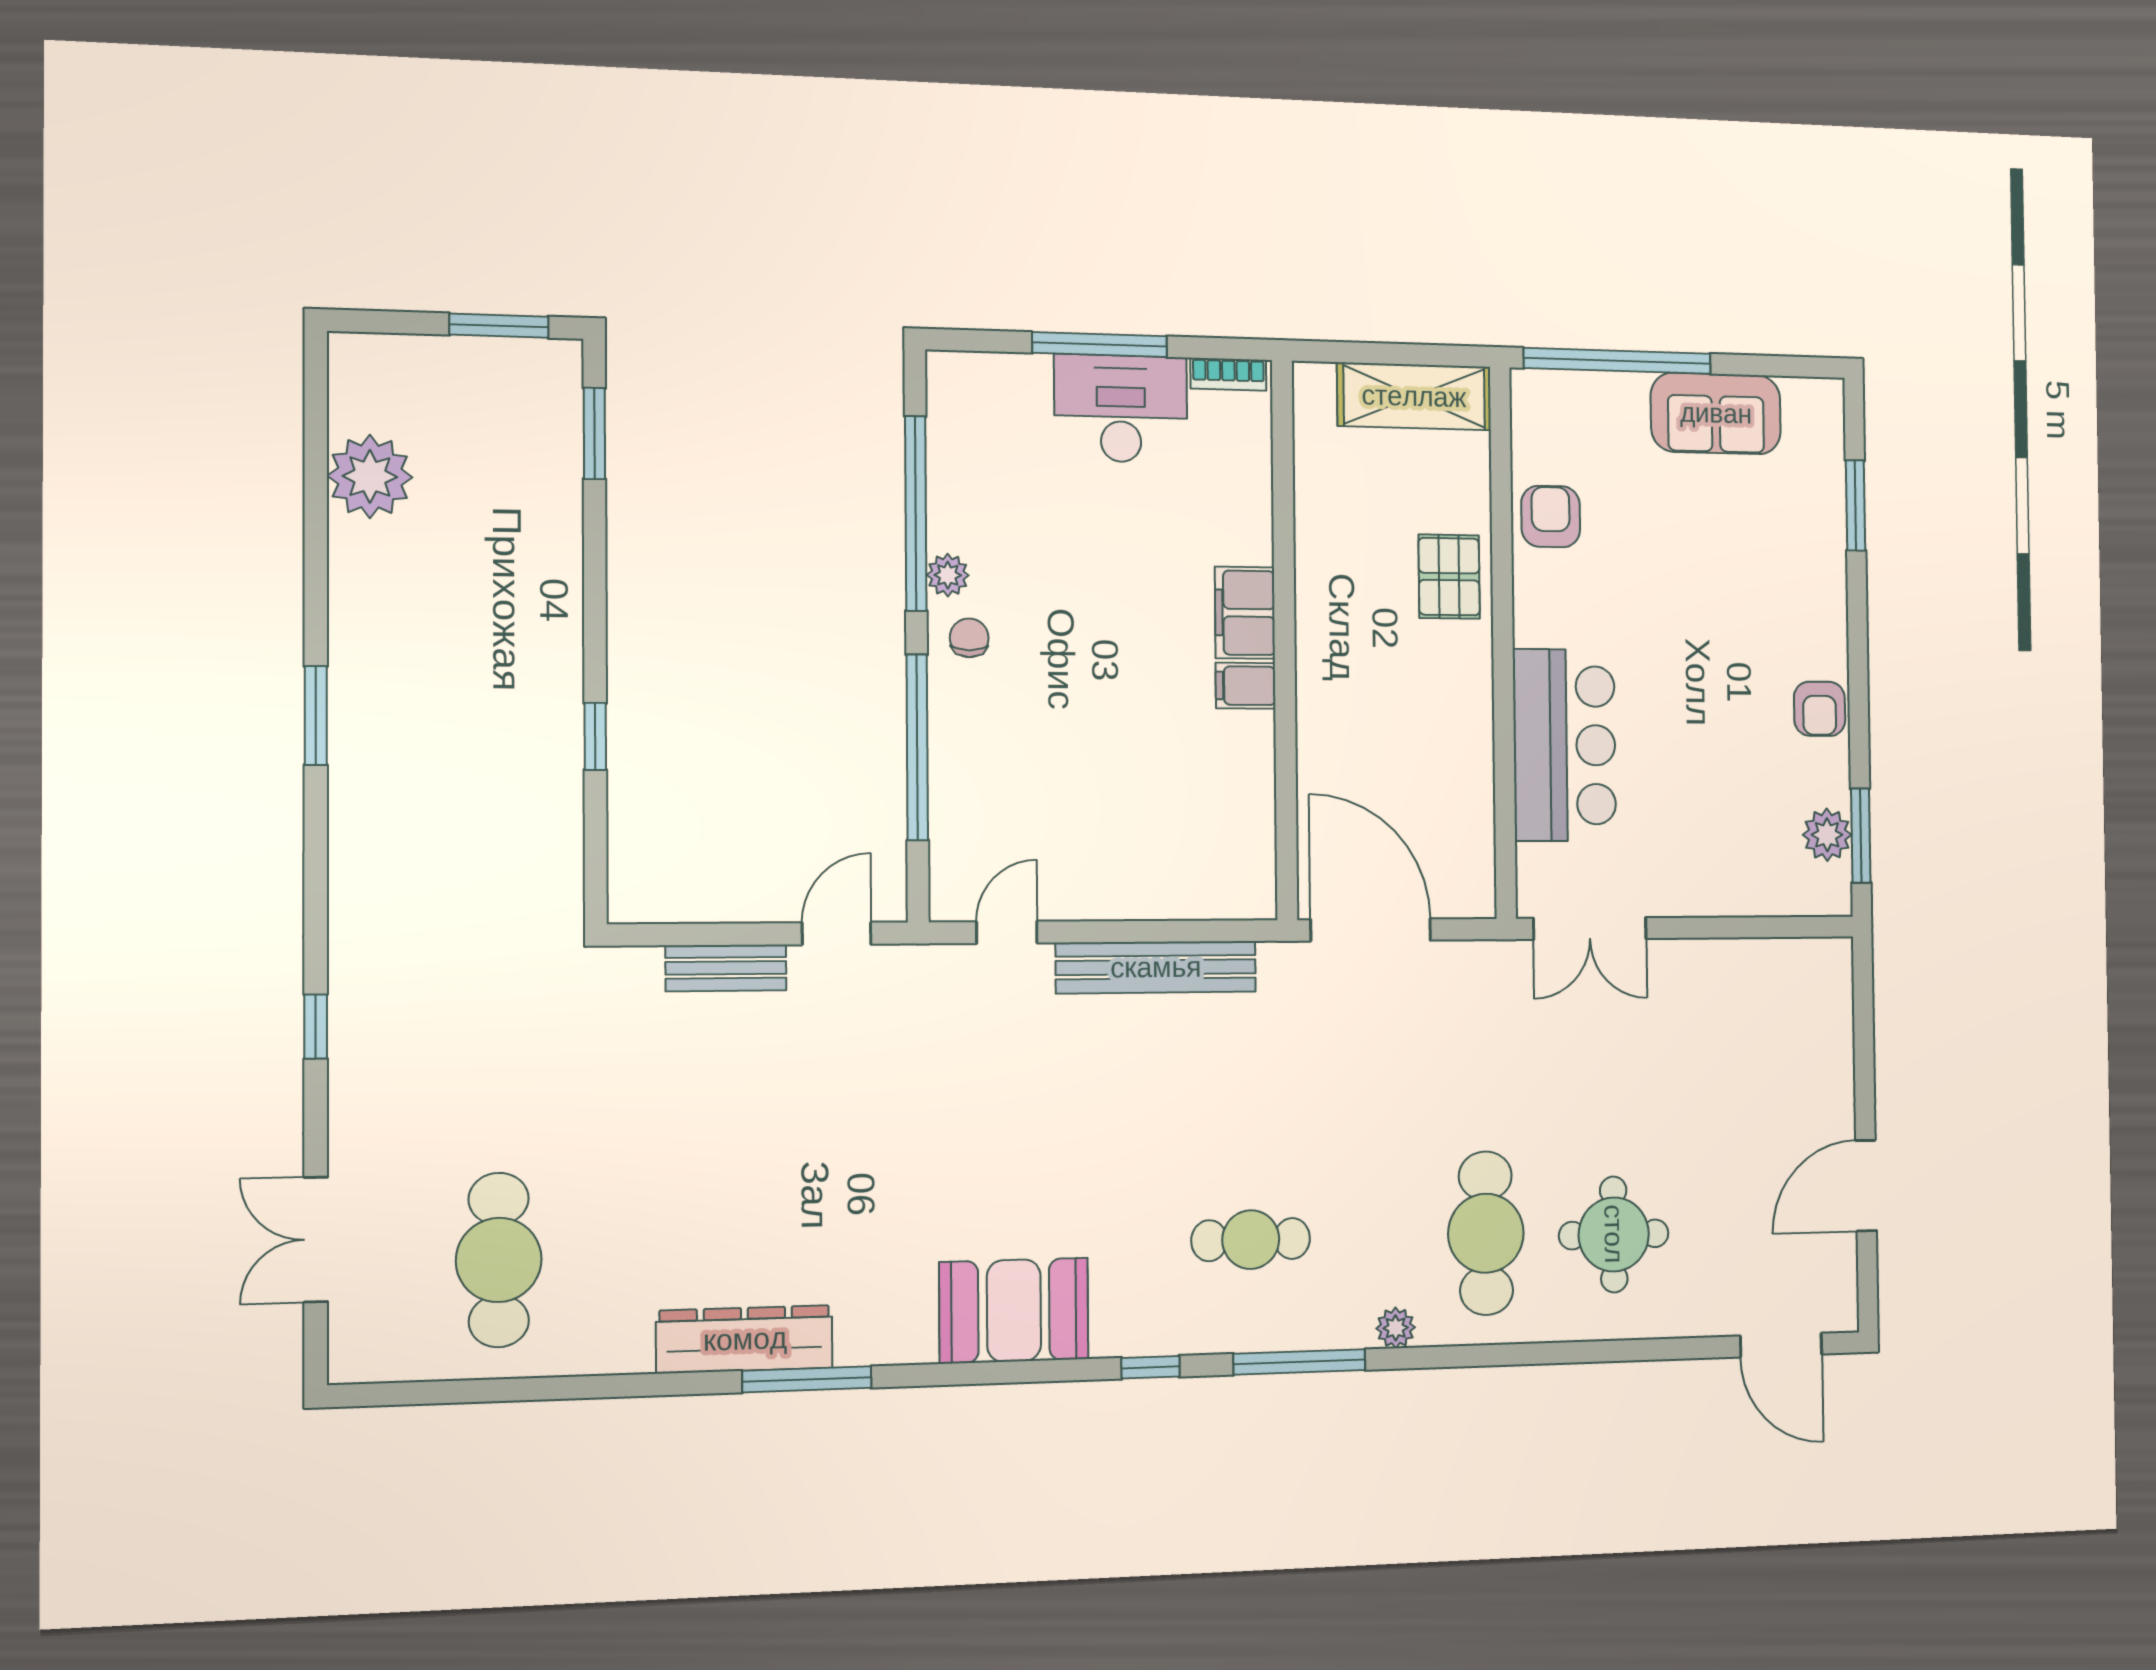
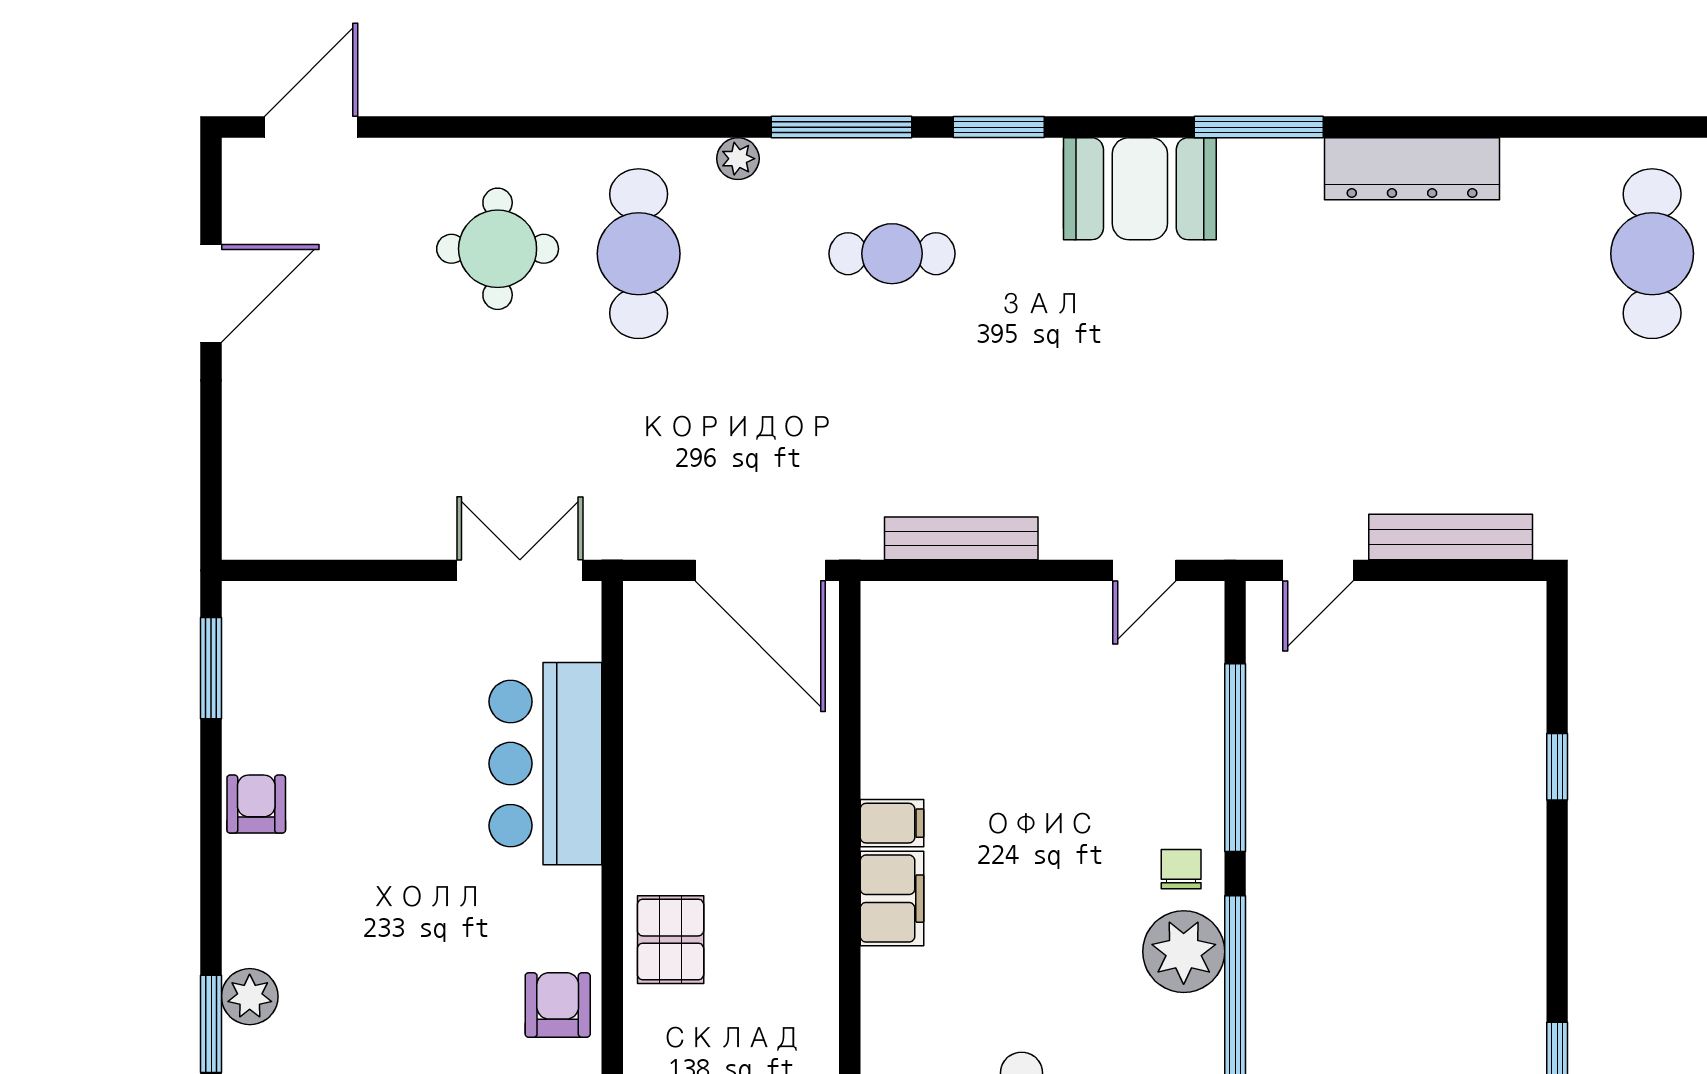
armchair: (1551, 516) -> (558, 1005), turned 180
plant: (948, 575) -> (1184, 952), width x1.88, depth x1.88
chair: (969, 638) -> (1181, 869), turned 180
plant: (1827, 835) -> (250, 997), moved
bench: (1156, 967) -> (961, 538), width x0.73, depth x0.82
bench: (726, 968) -> (1451, 537), width x1.36
door: (1781, 1345) -> (311, 127), hinge flipped
window: (1150, 1367) -> (999, 127), width x1.50
window: (807, 1379) -> (1259, 127), moved

